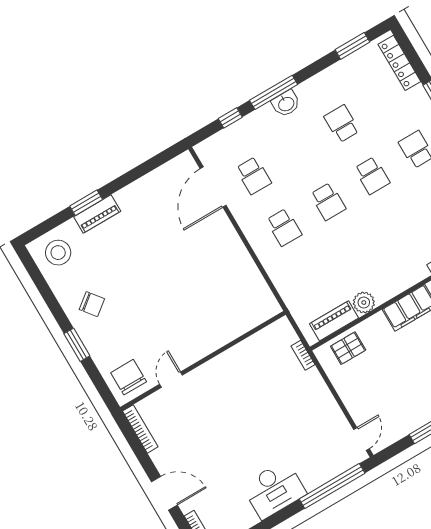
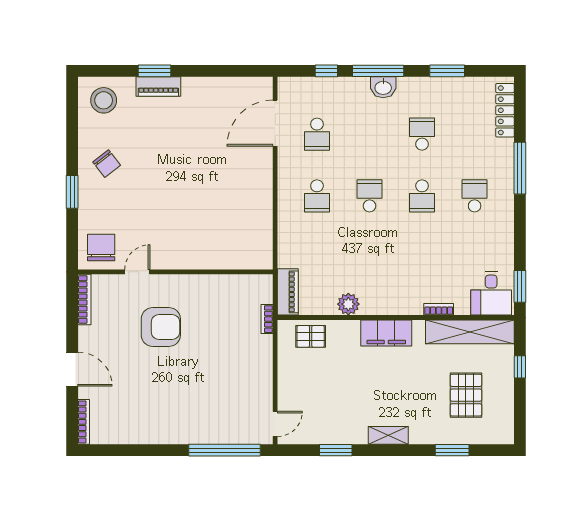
window: (353, 46) -> (447, 71), moved
school desk: (328, 201) -> (369, 196), turned 180
piano: (334, 321) -> (288, 292), moved, turned 90
armchair: (218, 414) -> (161, 327), added
desk: (274, 490) -> (171, 423), removed

